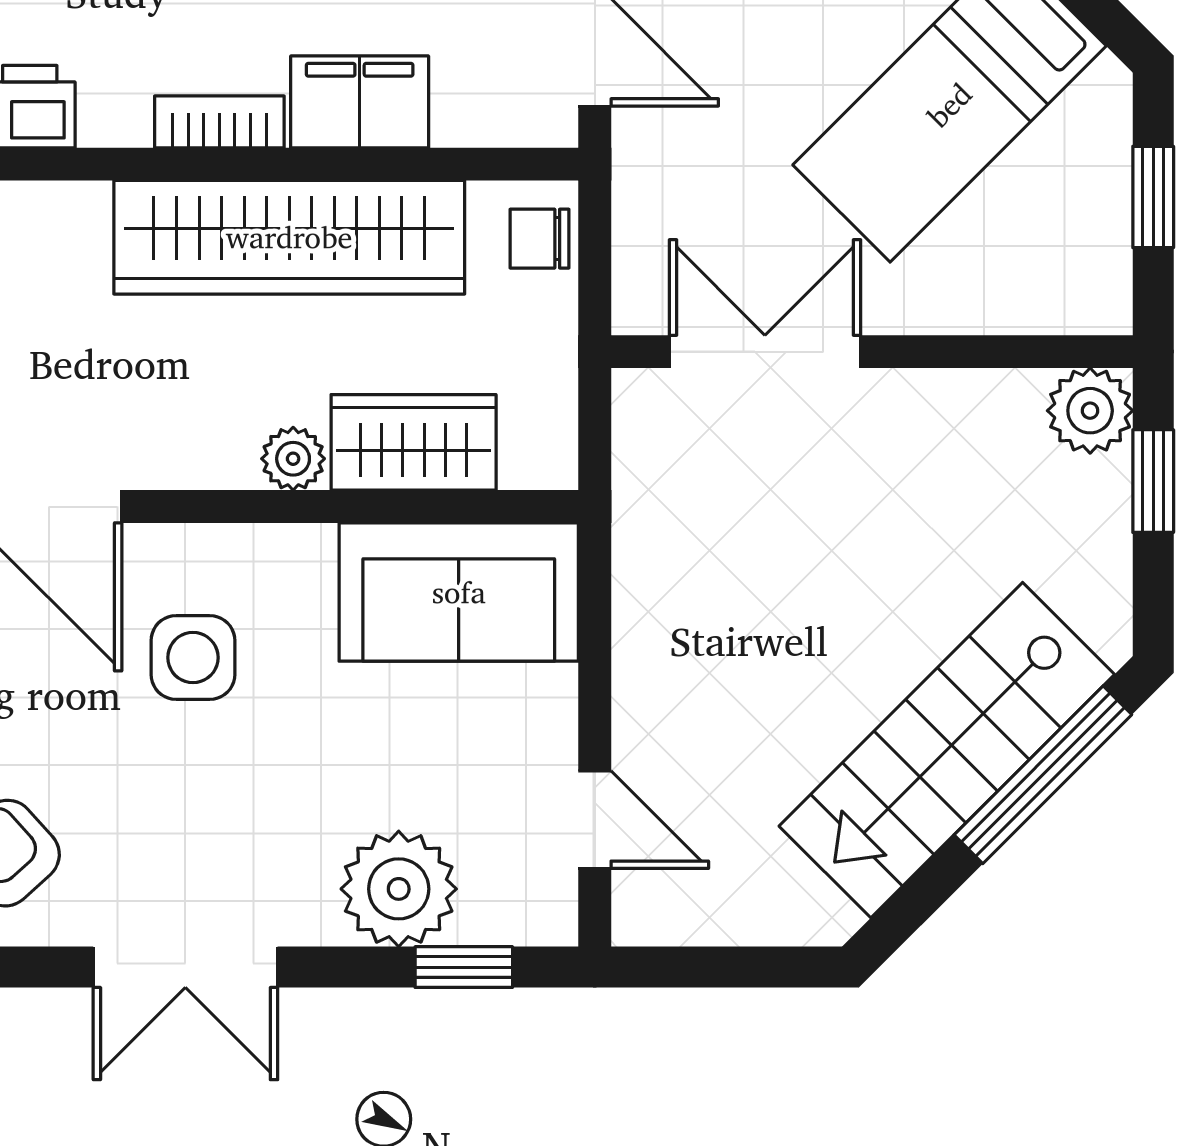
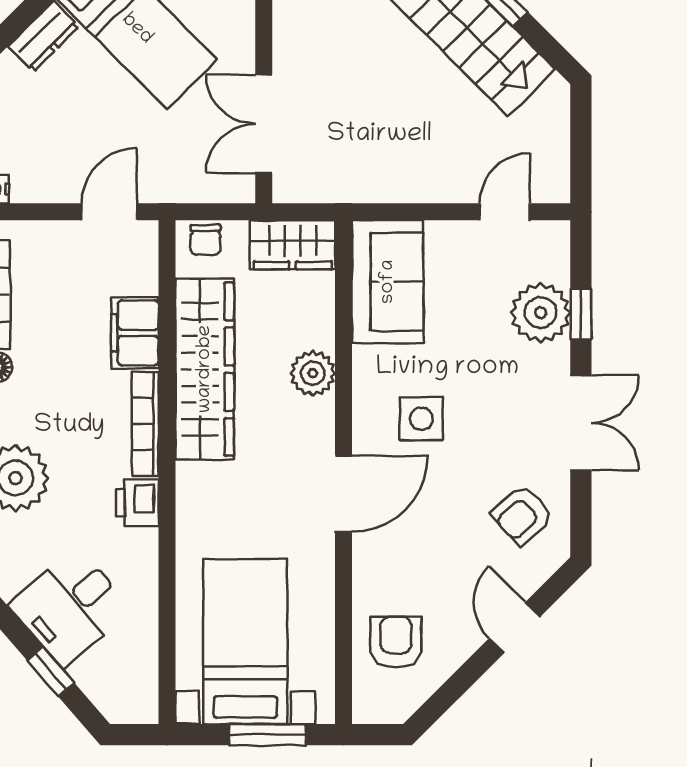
bookcase: (219, 122) -> (145, 424), width x1.56
wardrobe: (414, 442) -> (293, 245), moved, turned -90
plant: (293, 459) -> (313, 373), width x1.38, depth x1.38
window: (464, 967) -> (581, 314), moved

